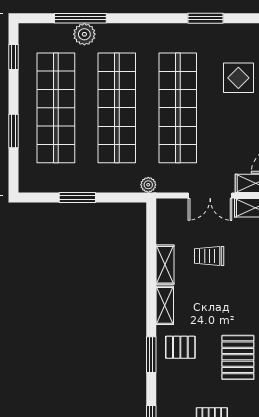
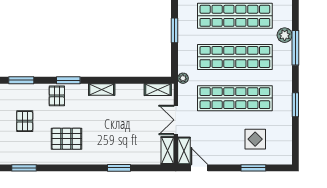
window: (80, 18) -> (295, 48), moved
window: (206, 18) -> (295, 105), moved
trolley: (209, 256) -> (135, 119), removed
shelving: (165, 265) -> (158, 90), moved
pallet: (180, 347) -> (57, 96), moved

